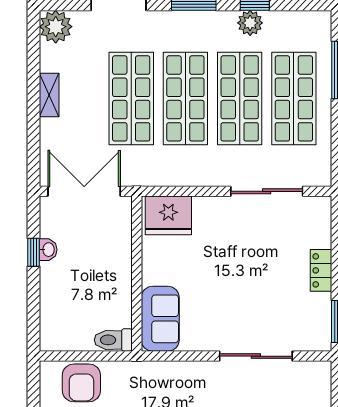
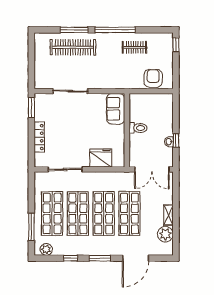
plant: (250, 23) -> (46, 249), moved
plant: (56, 27) -> (165, 234), moved
fridge: (168, 215) -> (101, 158), moved
locker: (321, 270) -> (39, 137), width x1.53
toilet: (113, 340) -> (138, 128), moved

